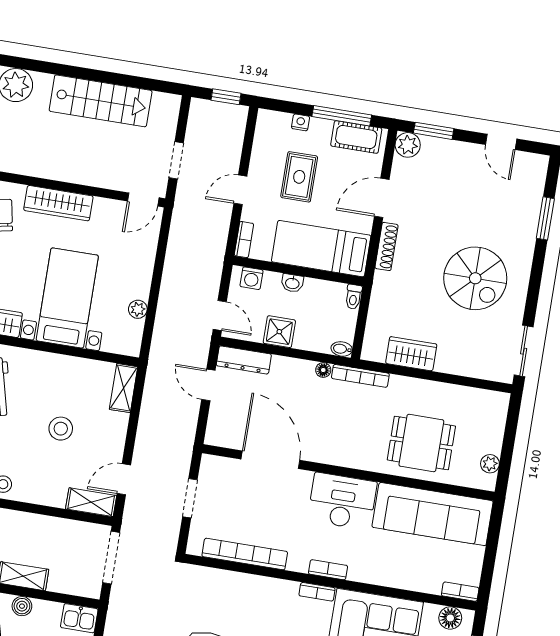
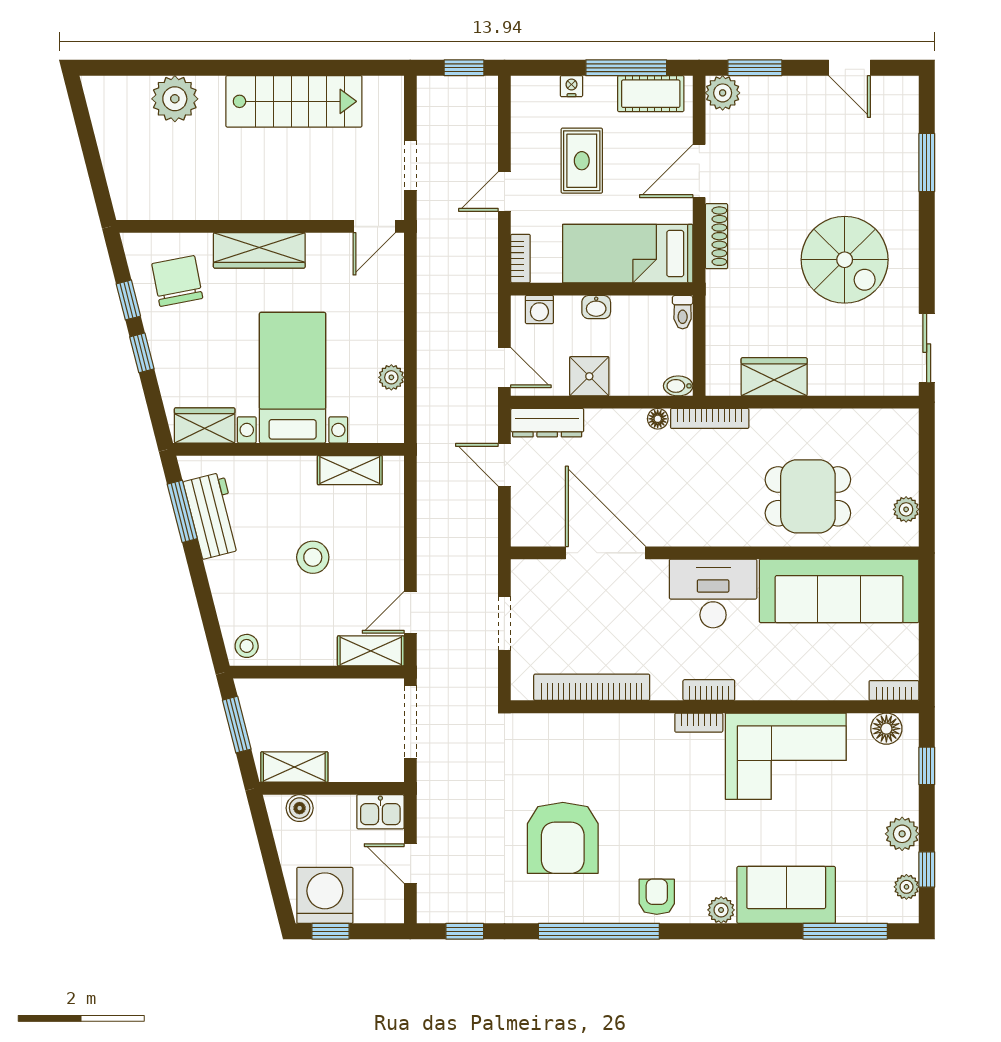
shelving: (124, 388) -> (350, 470), moved, turned 90

